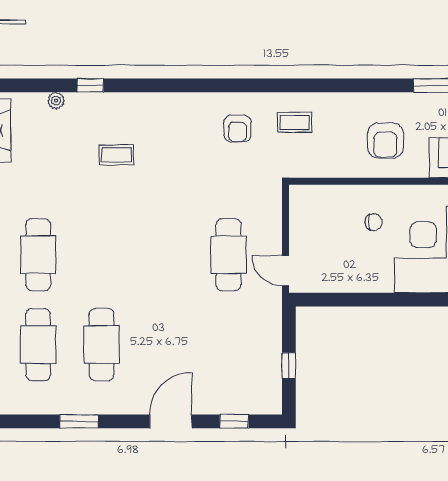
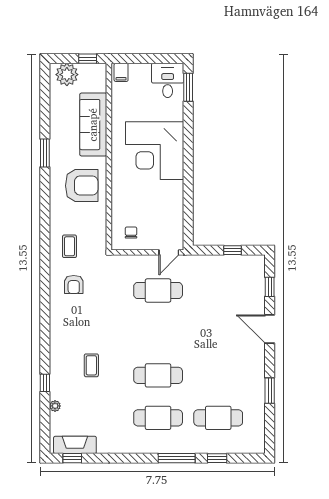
armchair: (237, 129) -> (74, 285), turned 90
armchair: (385, 140) -> (82, 186), width x1.36, depth x1.36
chair: (374, 222) -> (131, 233), moved
cafe table: (102, 345) -> (158, 375), moved

